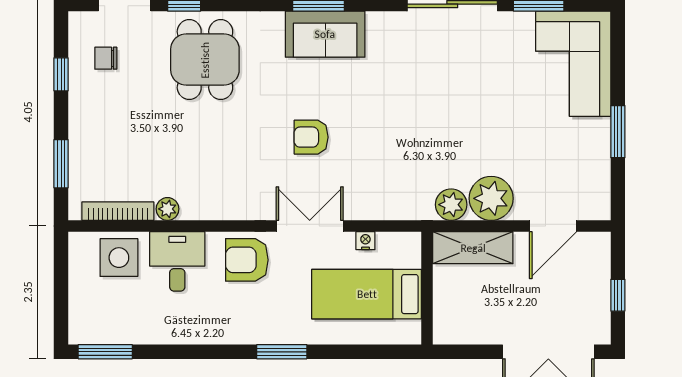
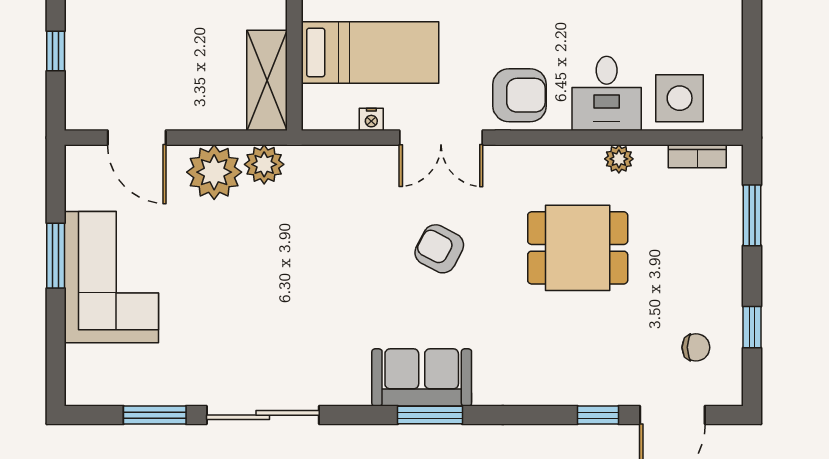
dining table: (205, 60) -> (578, 248), moved, turned 90
corner sofa: (573, 64) -> (111, 277), moved
armchair: (311, 137) -> (439, 249), turned -152
bookcase: (118, 211) -> (697, 156), width x0.64
door: (553, 226) -> (137, 138), swing flipped
shelving: (473, 248) -> (267, 80), moved, turned 90

